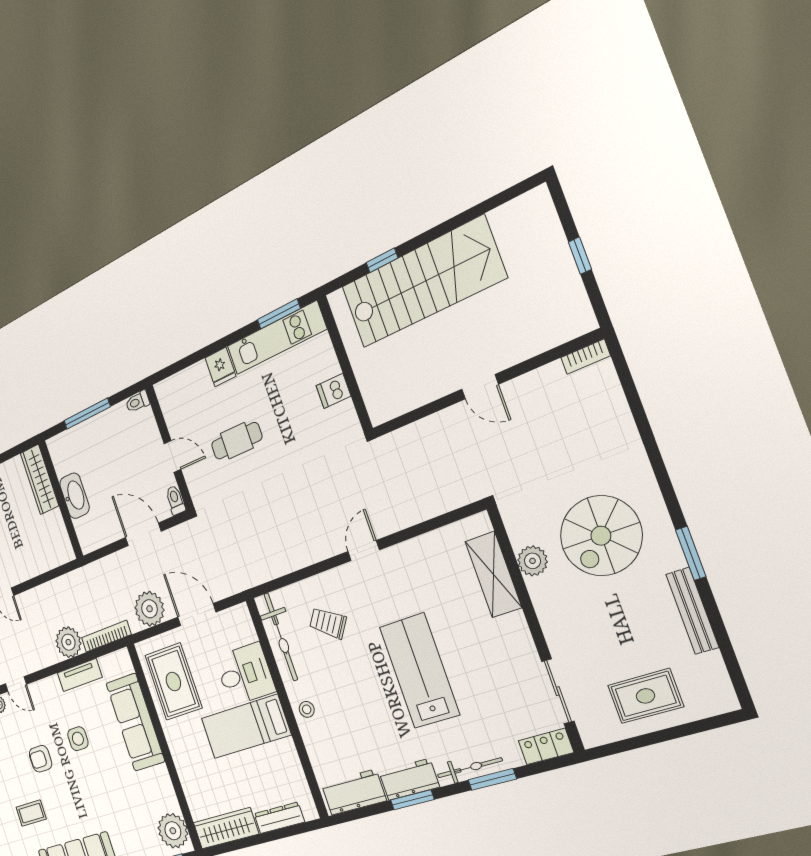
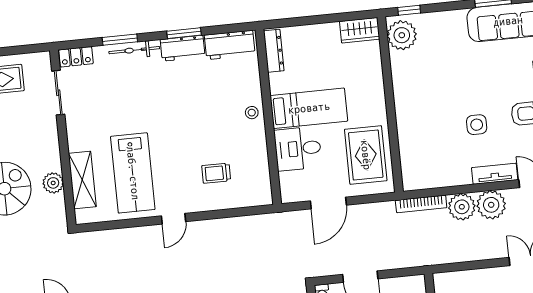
plant: (150, 609) -> (491, 205), moved
door: (197, 615) -> (328, 203), hinge flipped
trolley: (328, 623) -> (216, 173), turned 145
bicycle: (281, 637) -> (258, 171), removed
lab bench: (419, 671) -> (133, 173), moved
tv unit: (80, 675) -> (495, 174), moved
sofa: (135, 722) -> (413, 129), removed
dresser: (279, 818) -> (274, 51), moved, turned -90
wardrobe: (226, 828) -> (360, 30), width x0.67

